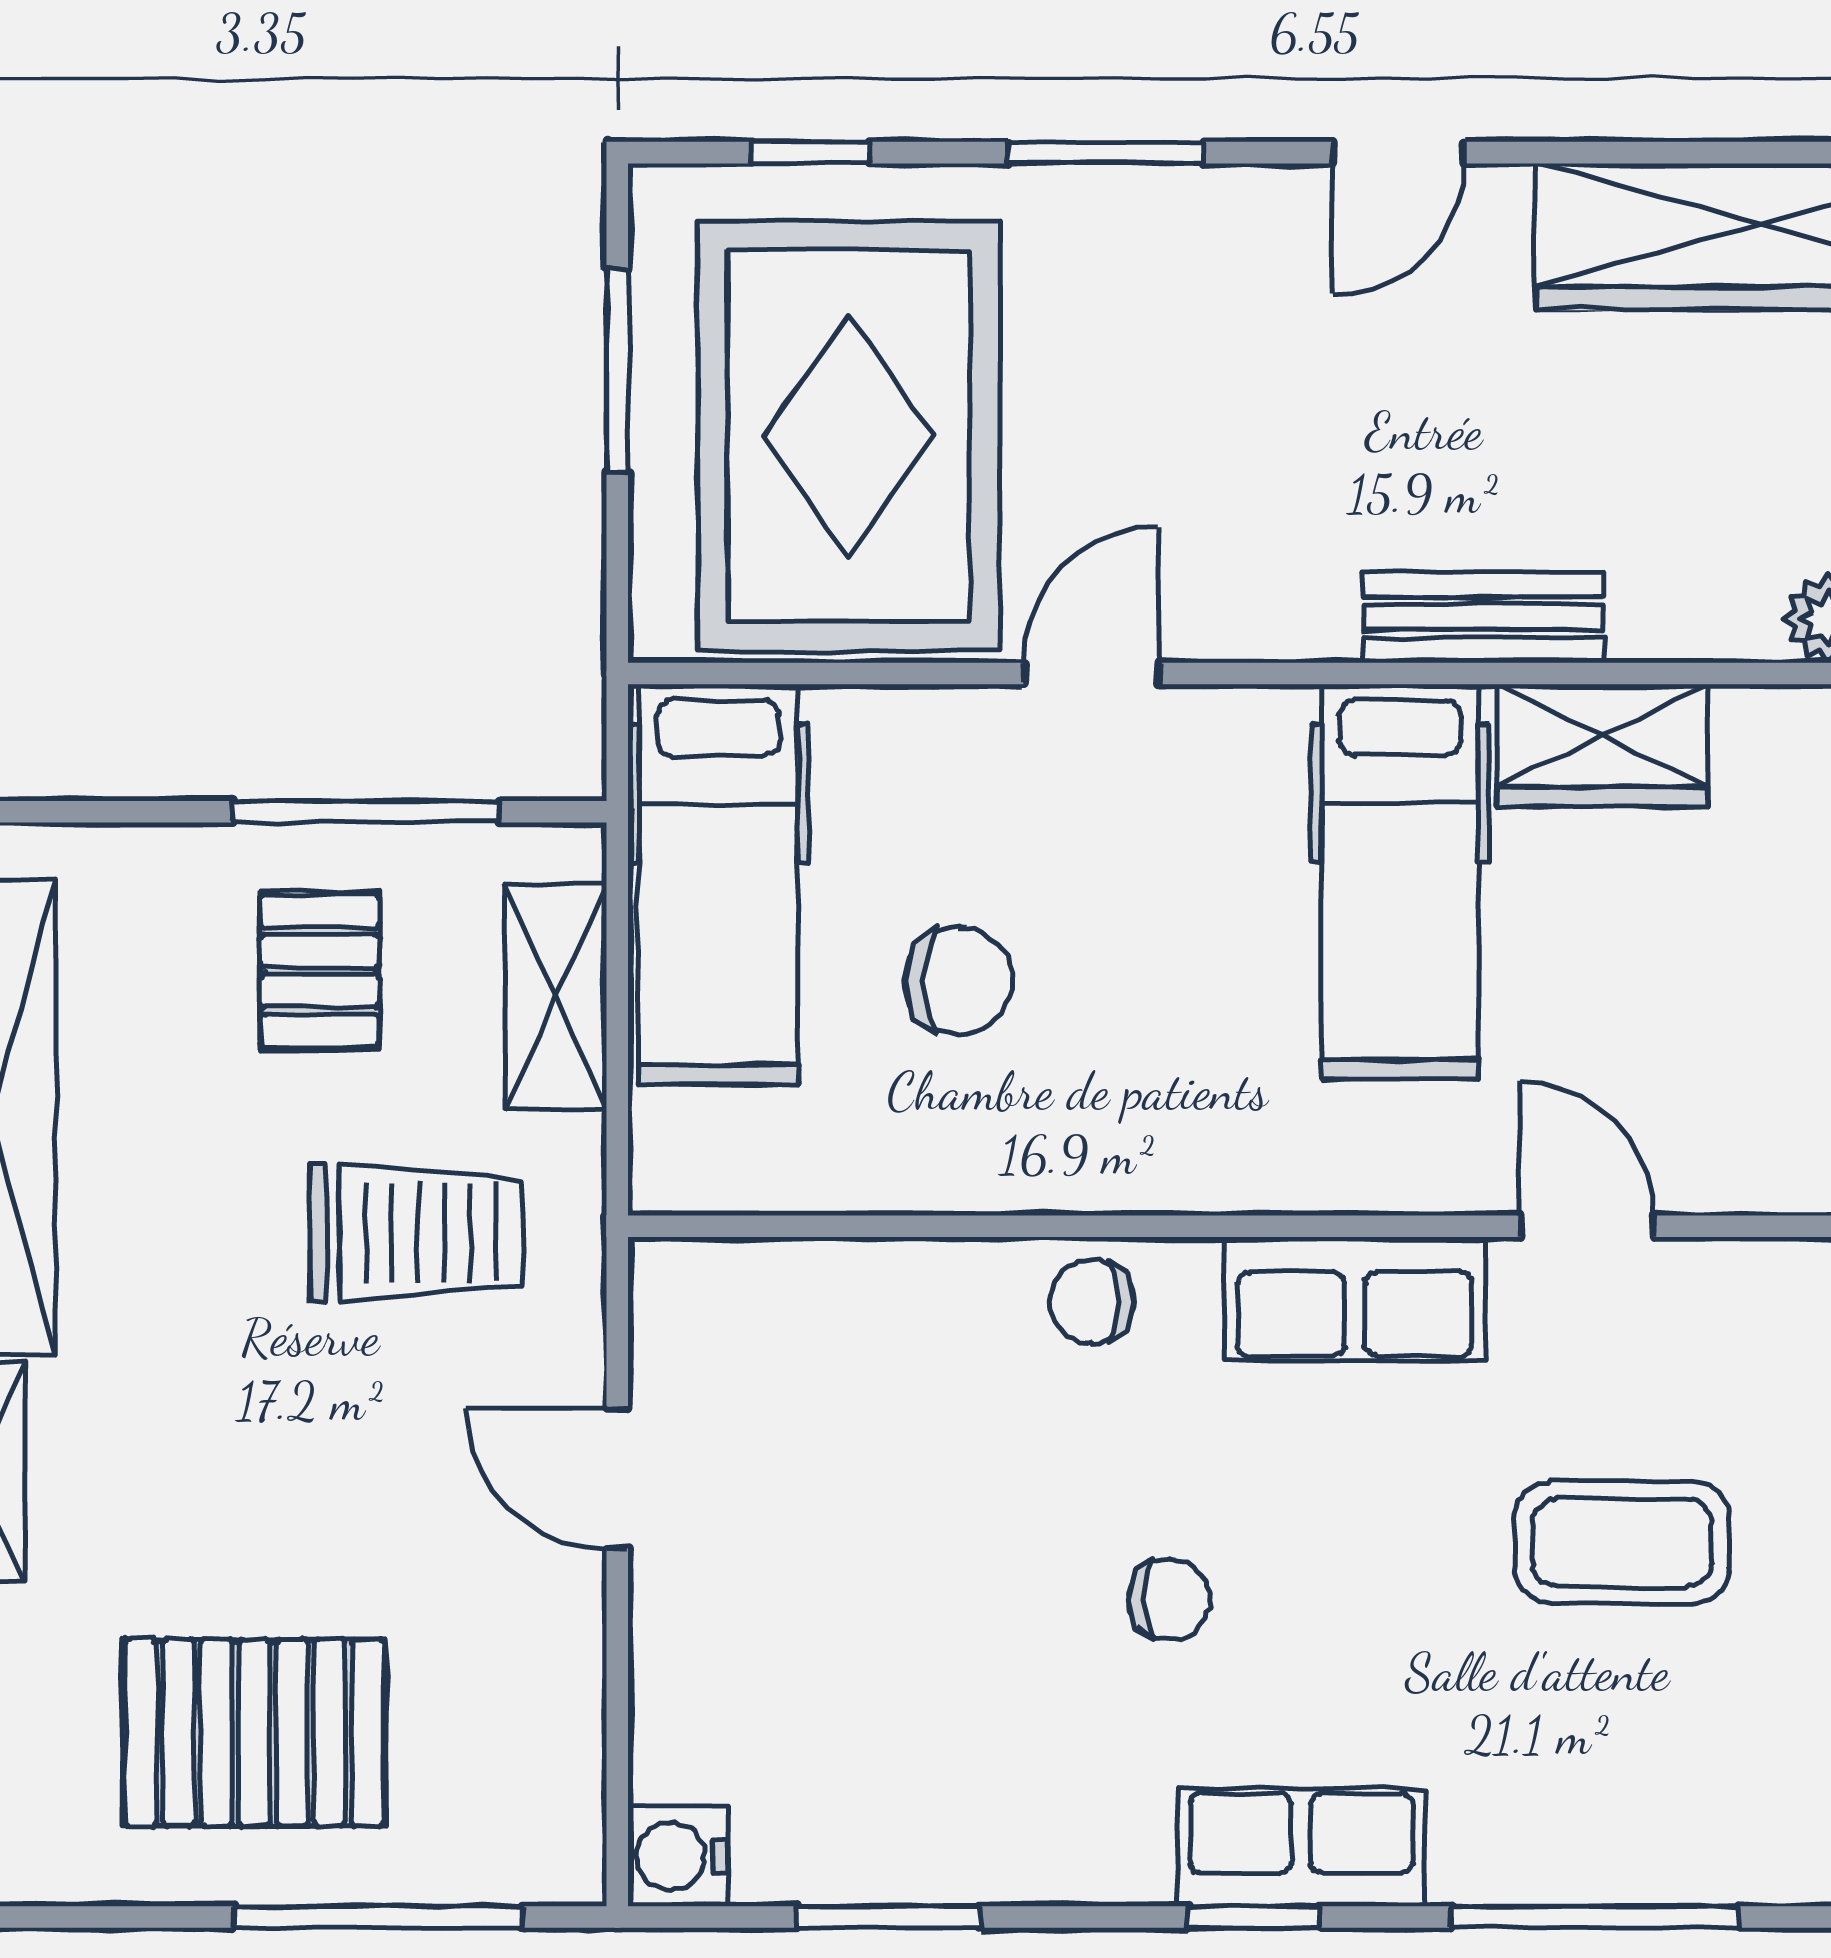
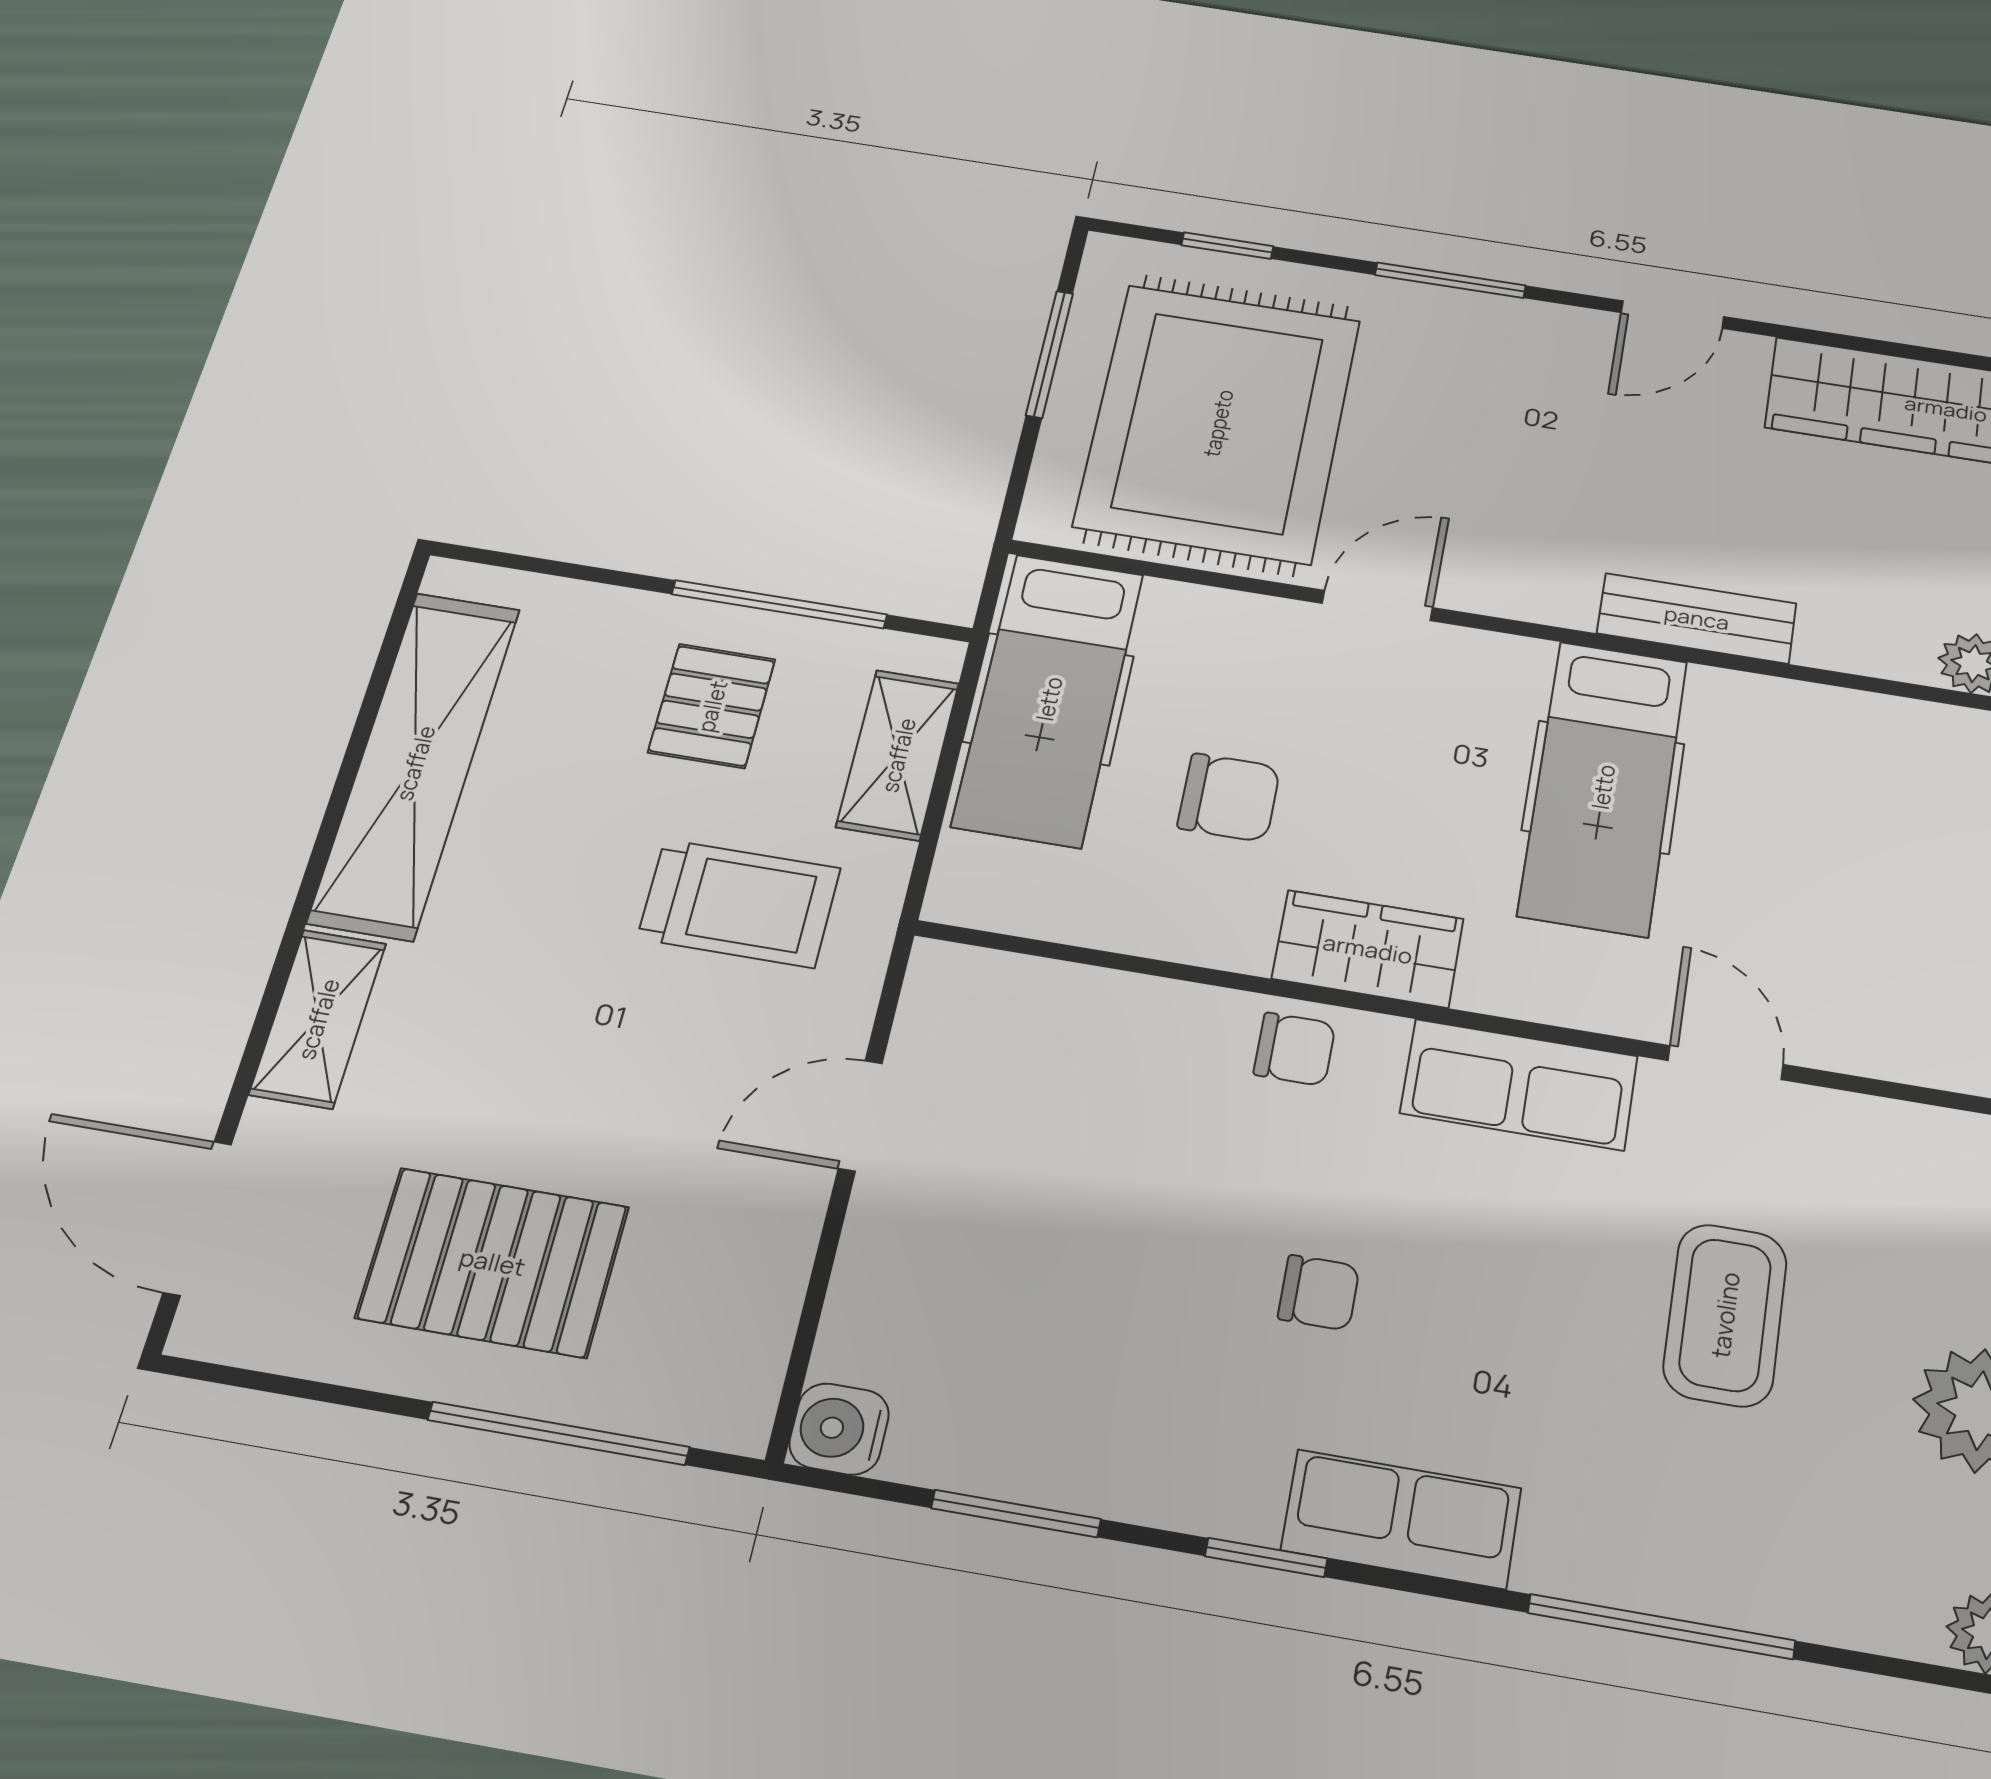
wardrobe: (1603, 745) -> (1368, 949), moved, turned 180
chair: (1092, 1302) -> (1295, 1049), turned 180
door: (617, 1479) -> (860, 1116), hinge flipped
coffee table: (1622, 1543) -> (1725, 1315), turned 90
window: (1254, 1917) -> (1266, 1557), moved

